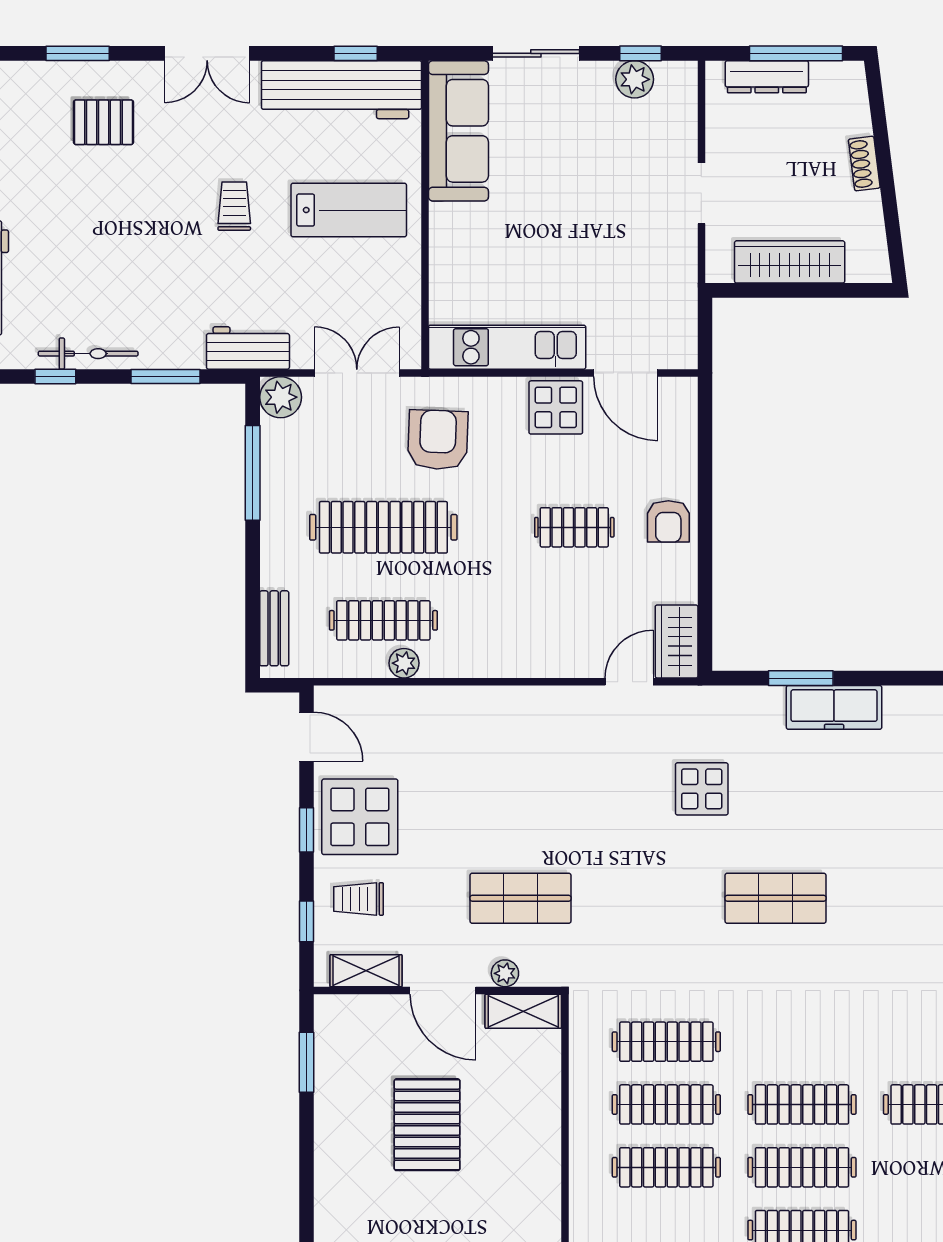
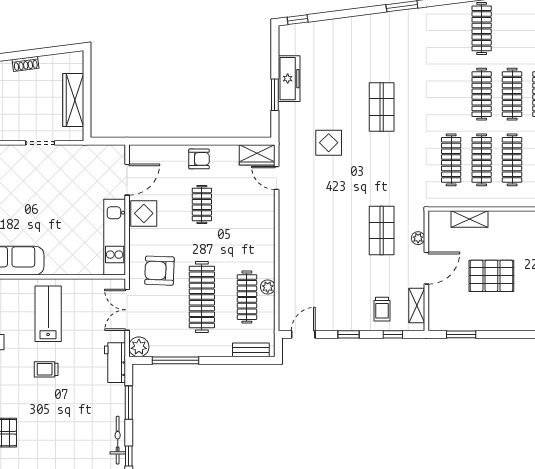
display table: (360, 817) -> (342, 308), removed
shelving: (523, 1011) -> (469, 219), moved, turned 90

